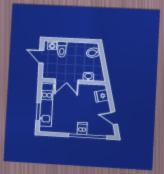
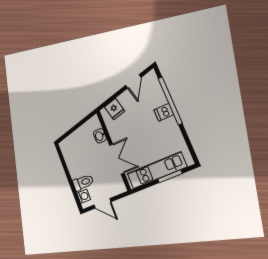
bidet: (93, 53) -> (71, 144), removed
door: (41, 57) -> (103, 203), hinge flipped

